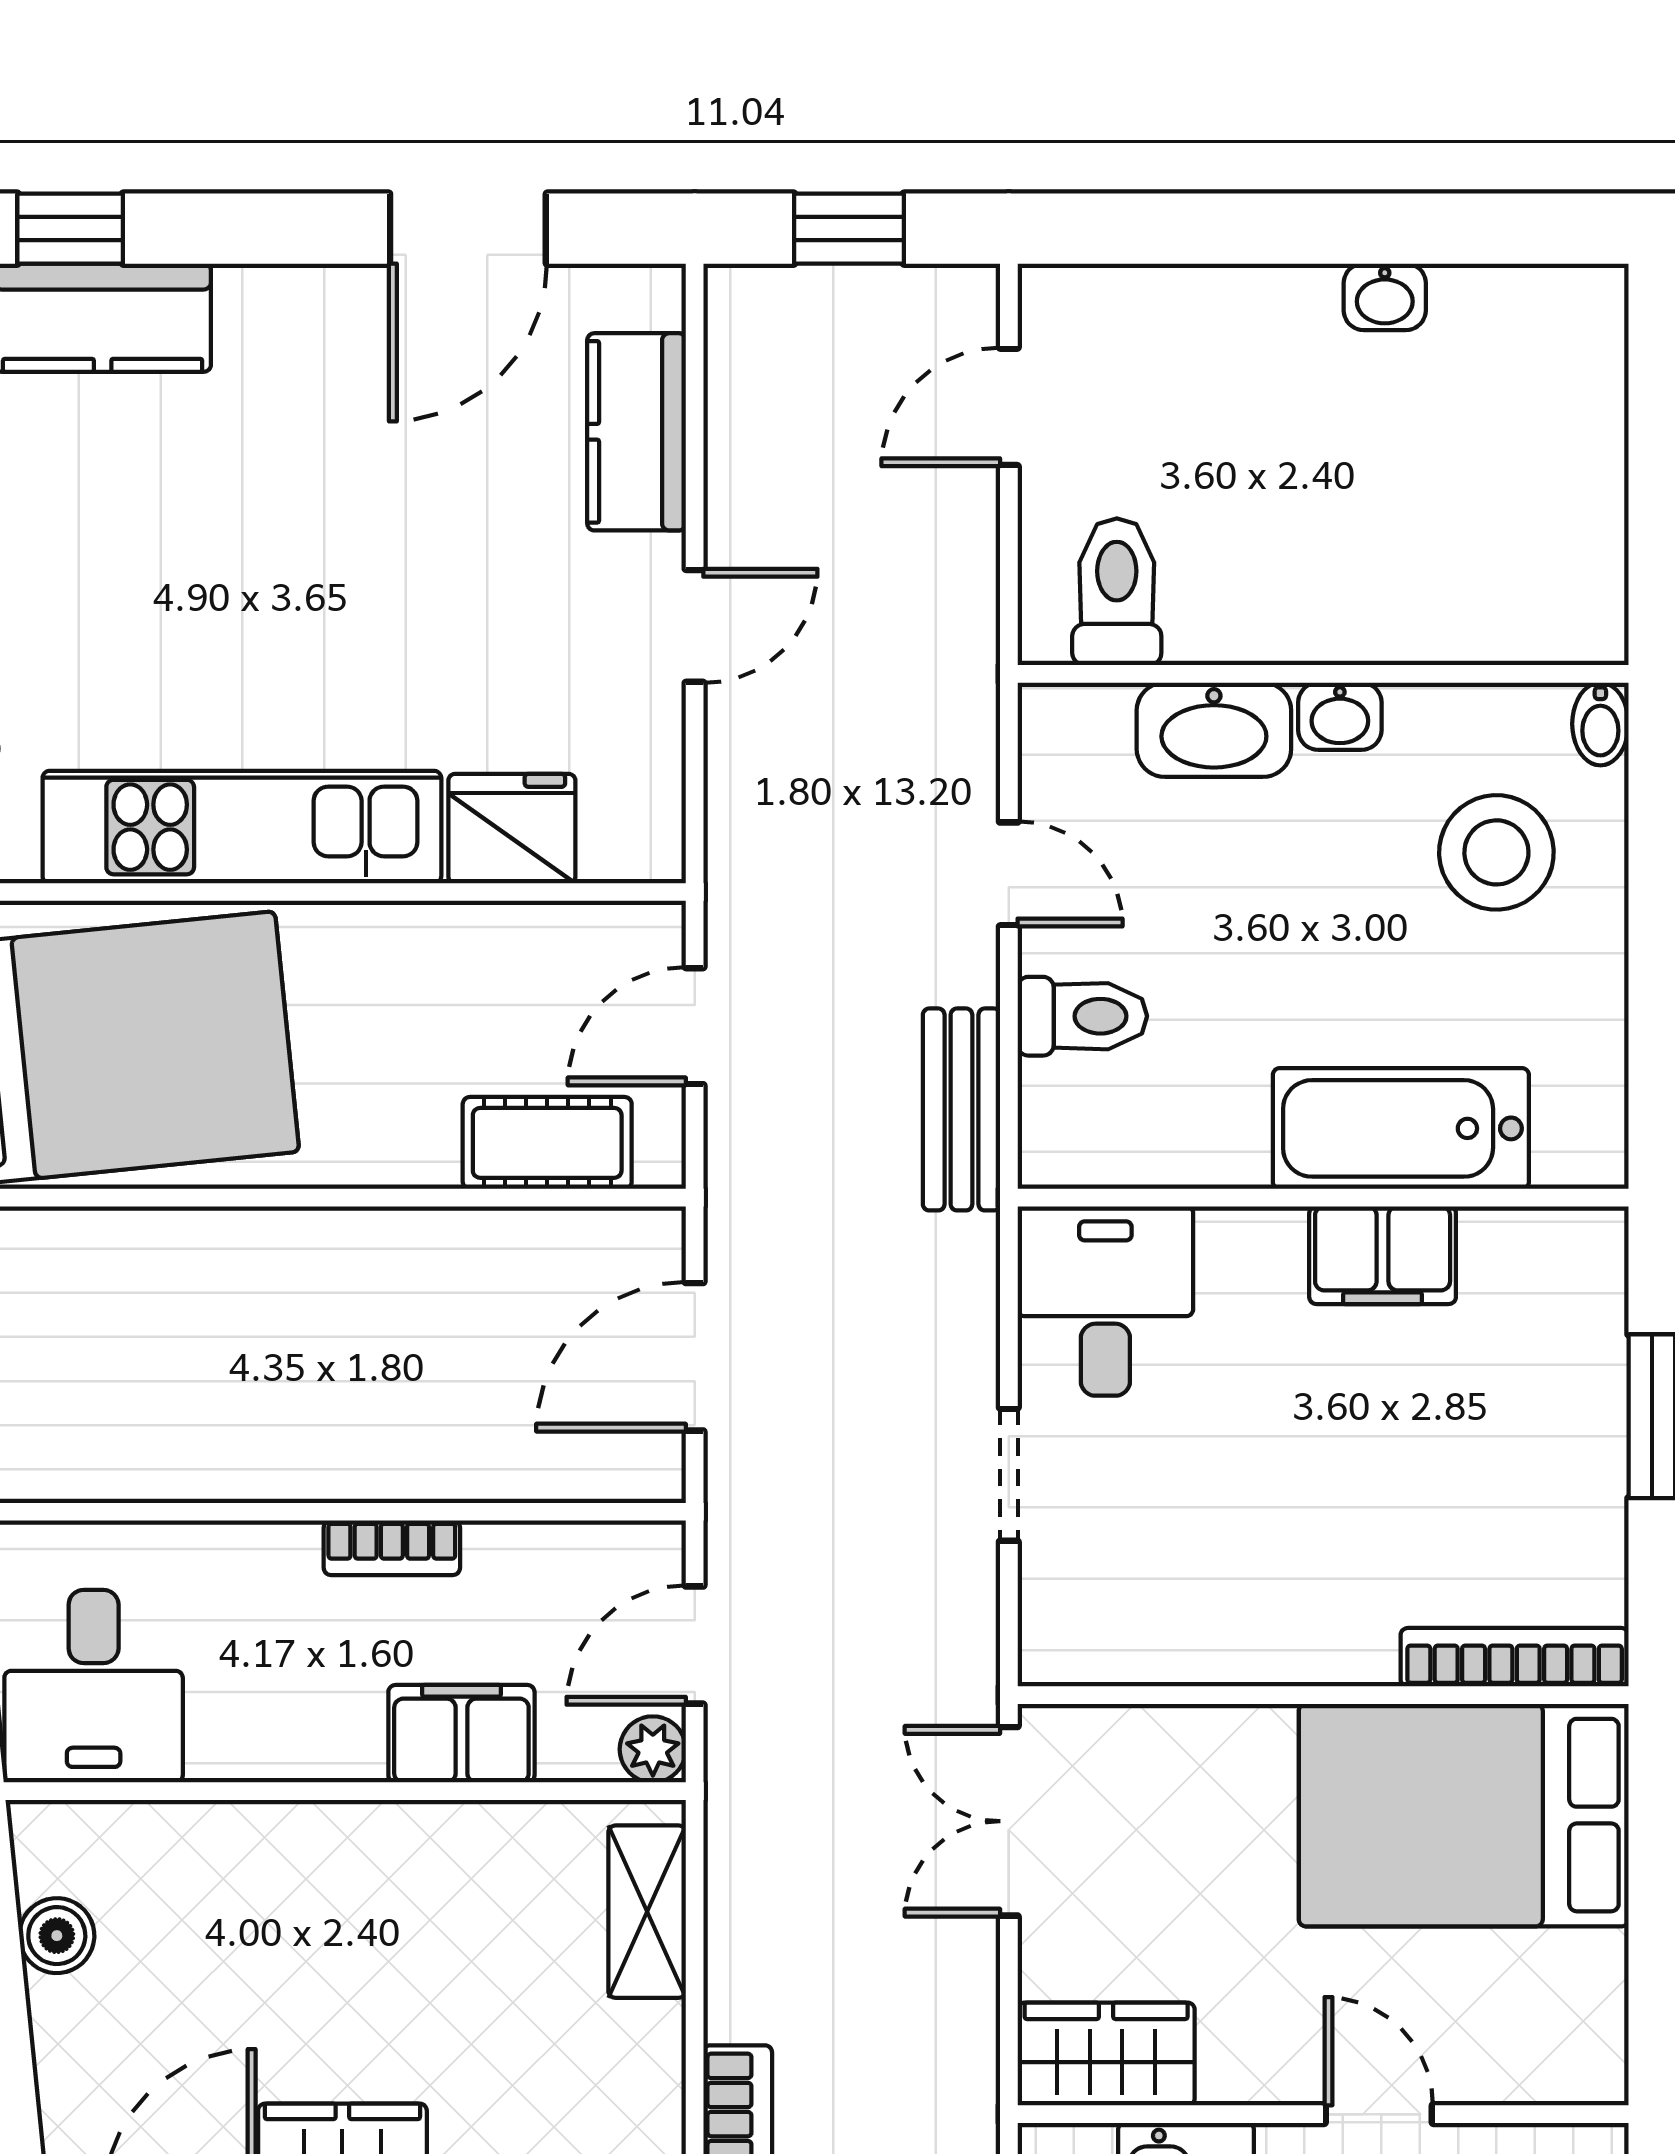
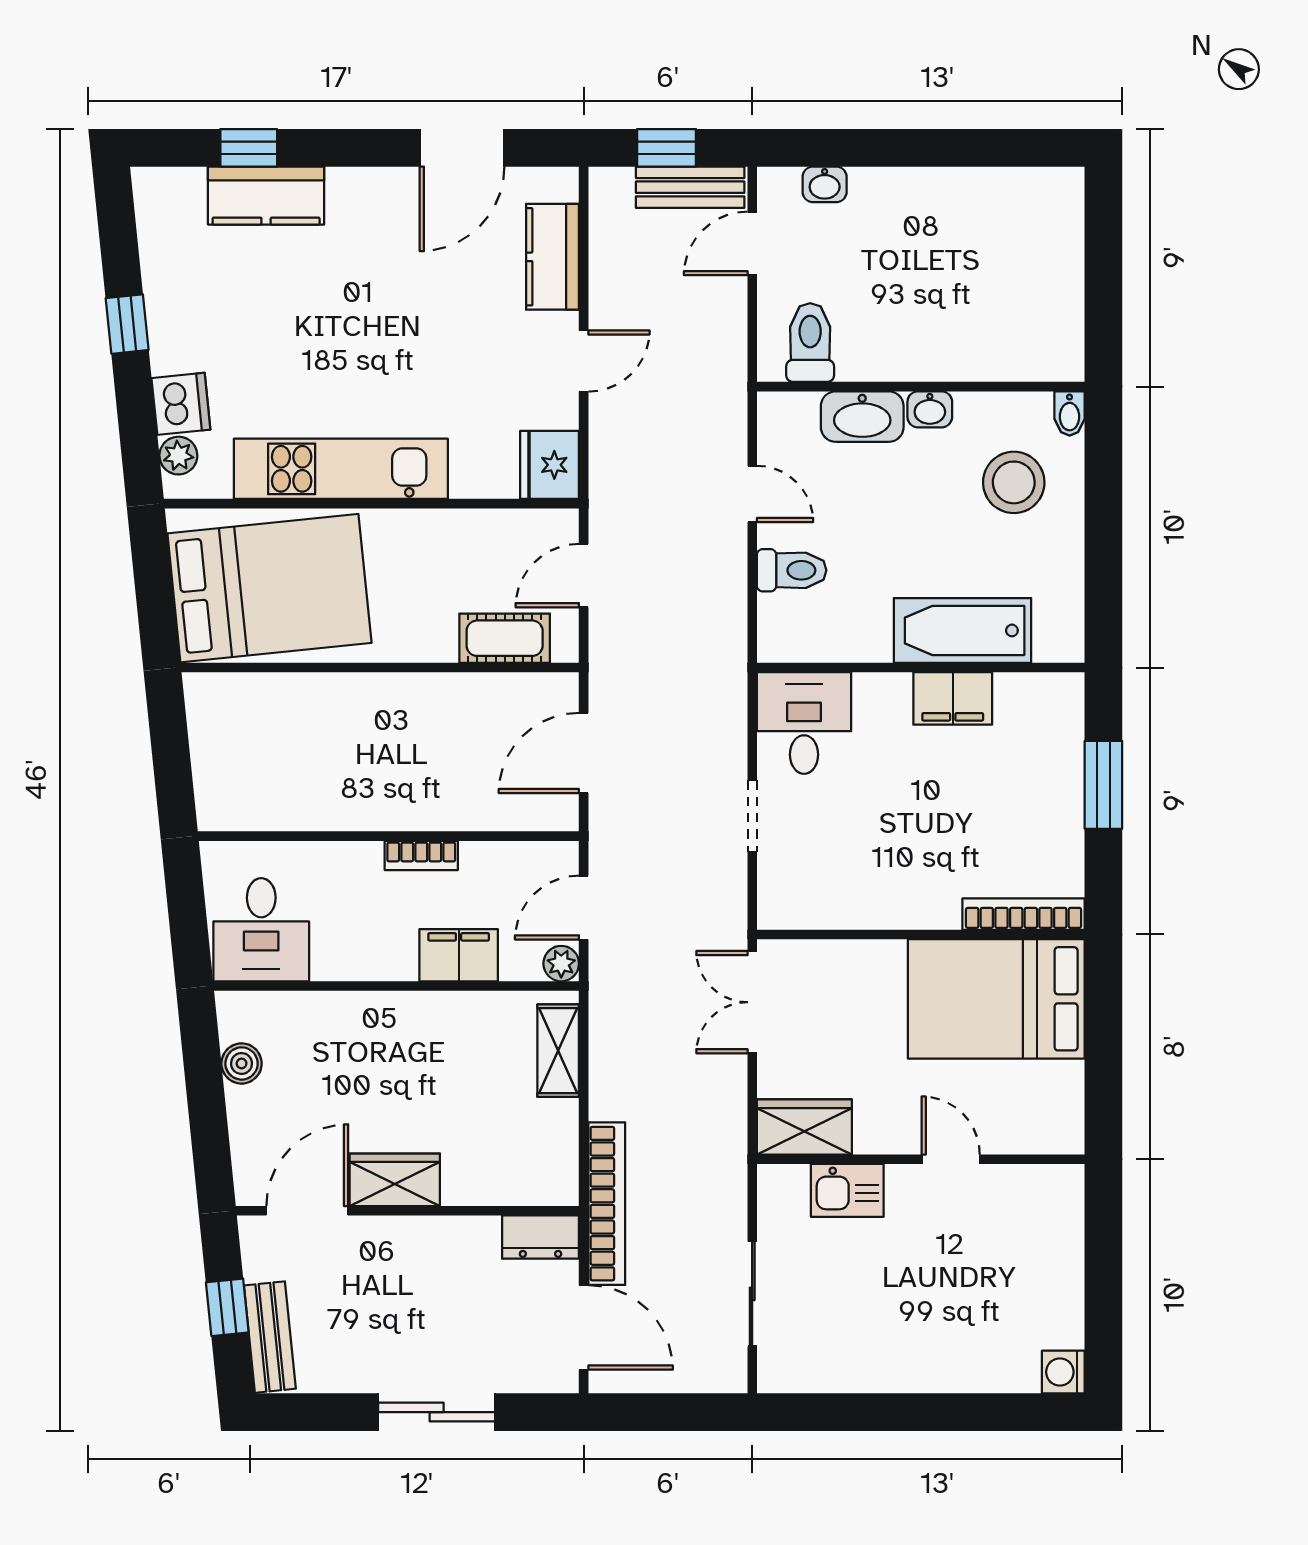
washbasin: (1385, 297) -> (825, 184), moved
fridge: (512, 829) -> (550, 465), moved, turned -90
bench: (961, 1109) -> (690, 187), moved, turned 90

